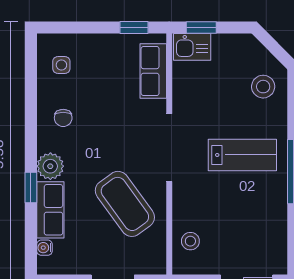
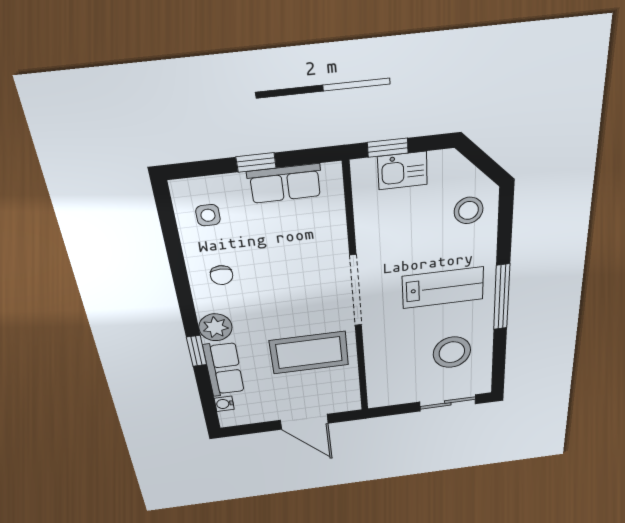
window: (134, 28) -> (256, 162), moved
kitchen sink: (192, 47) -> (402, 171), moved
row of seats: (153, 71) -> (285, 184), moved, turned -90
coffee table: (125, 204) -> (309, 353), turned -54
stool: (190, 241) -> (452, 352), moved, width x1.89, depth x1.89

